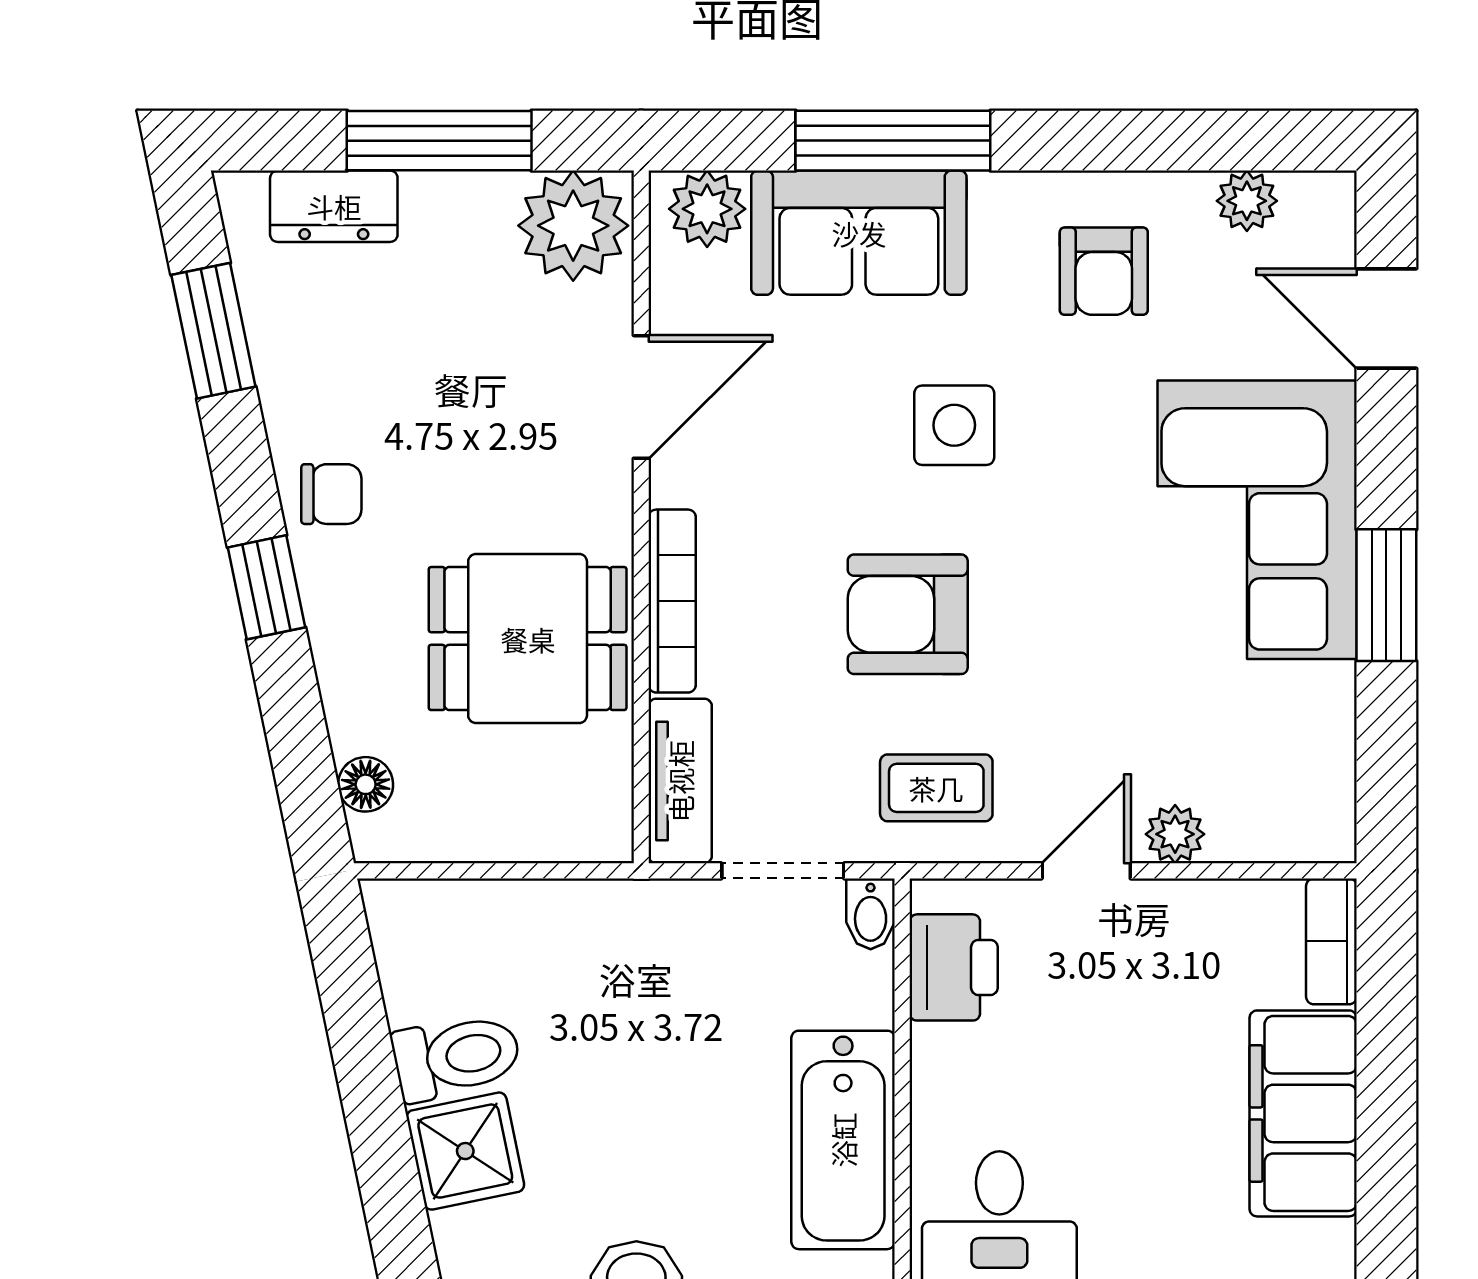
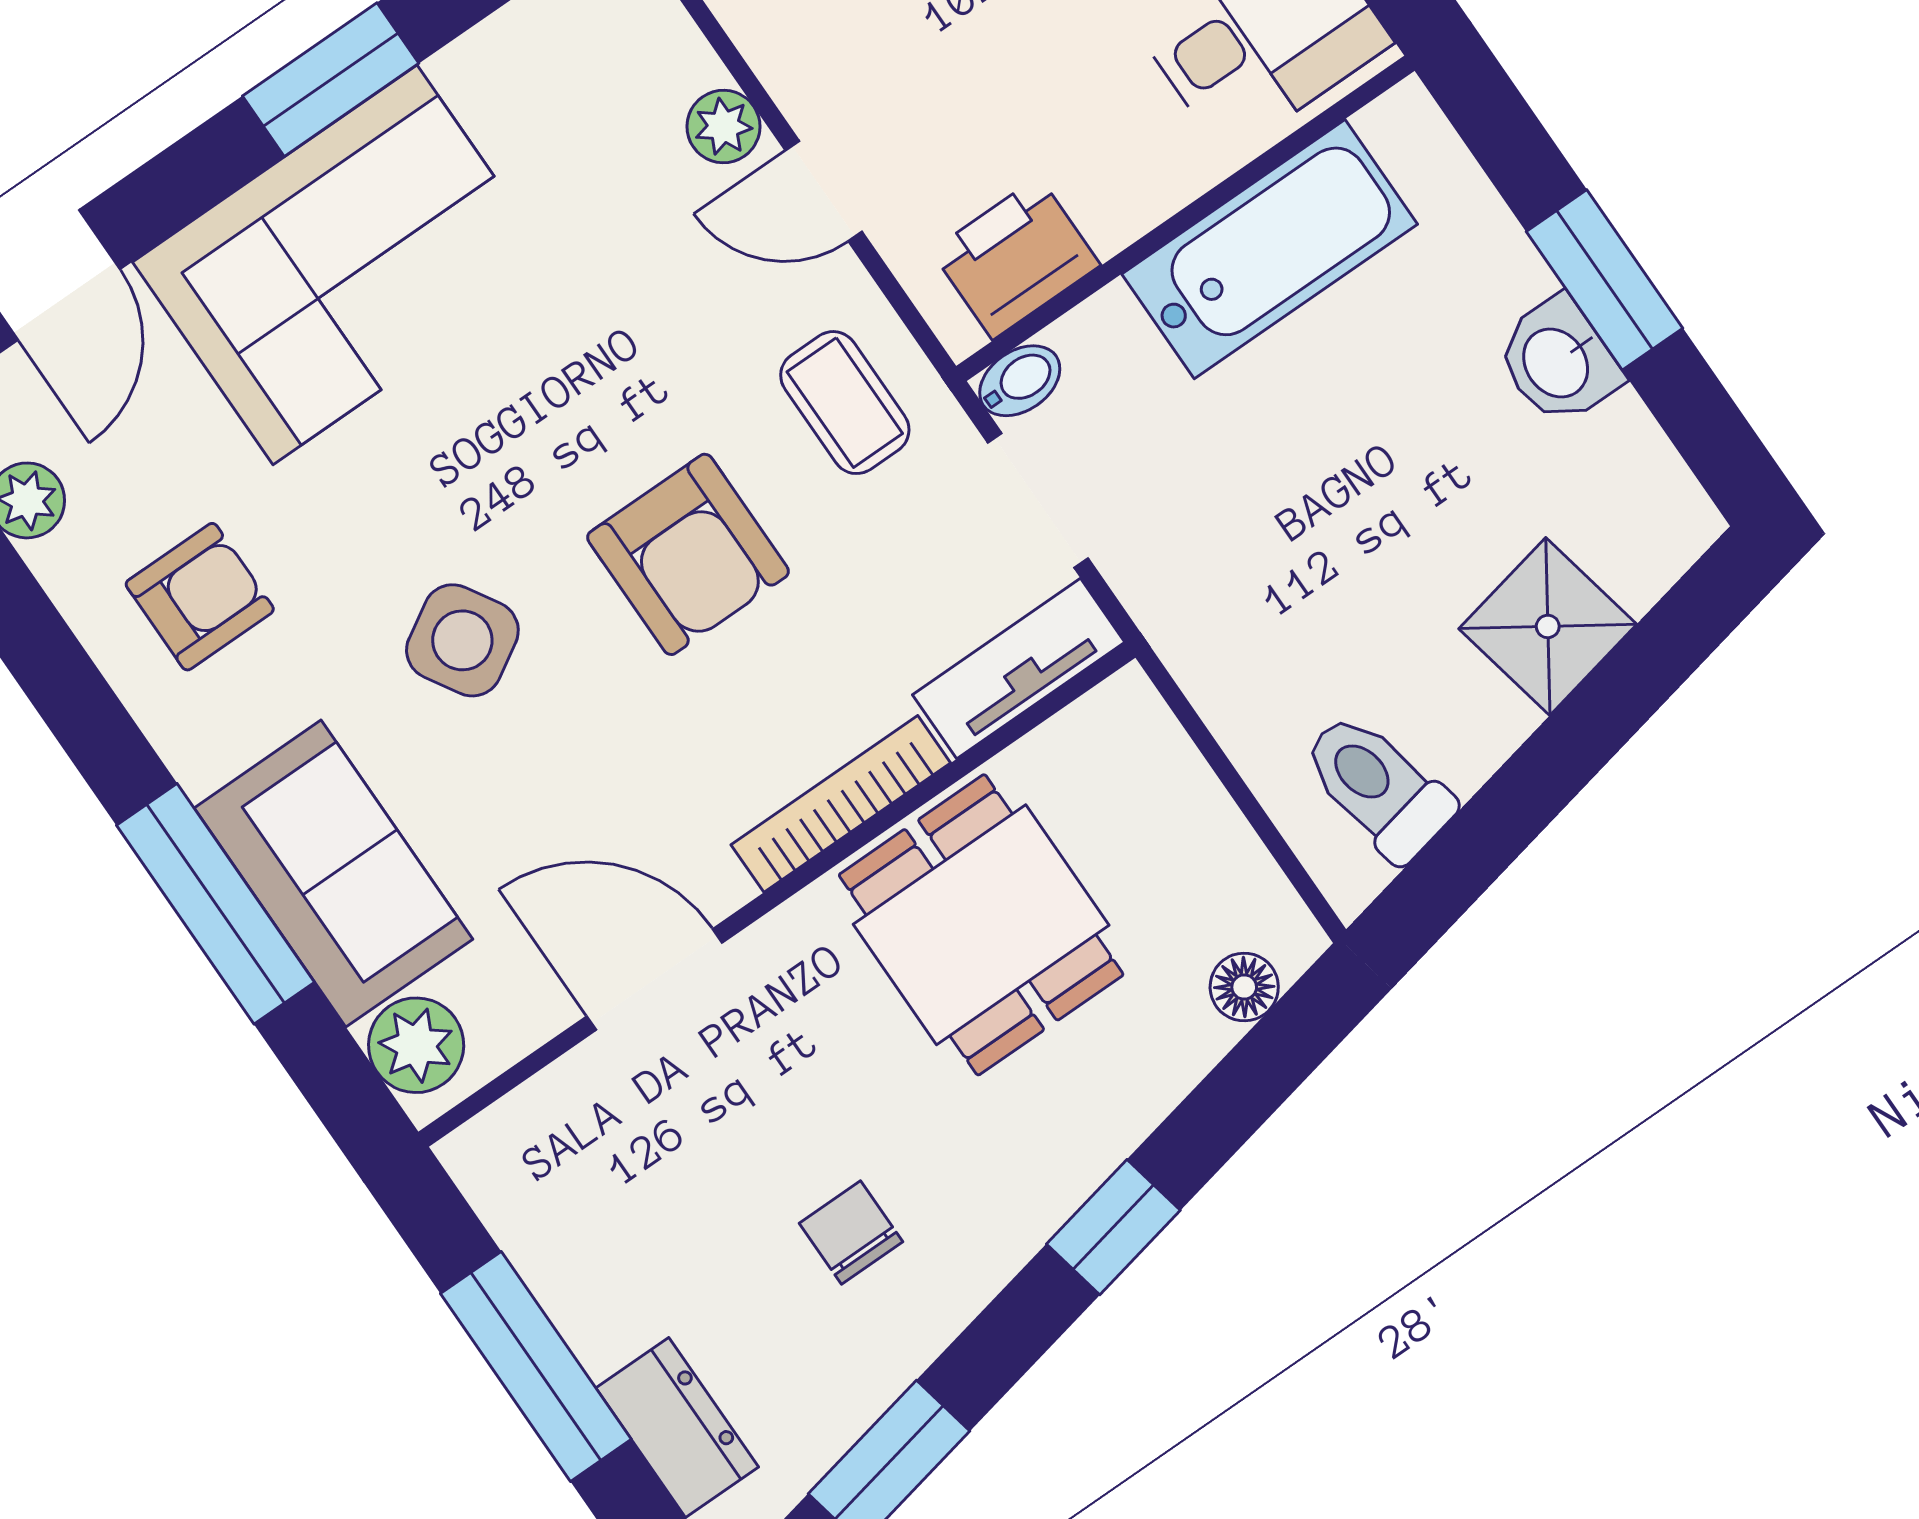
plant: (573, 226) -> (528, 1170), removed
side table: (954, 425) -> (462, 640), turned -31
chair: (331, 494) -> (851, 1232), moved
toilet: (457, 1057) -> (1377, 786), moved

